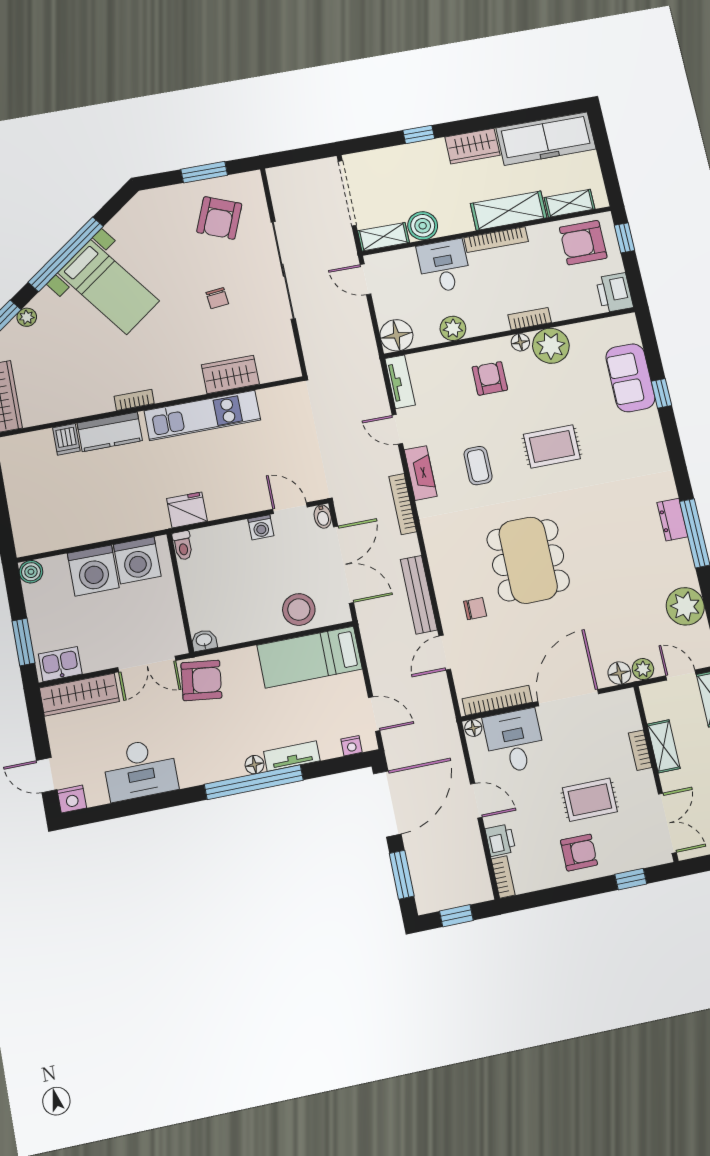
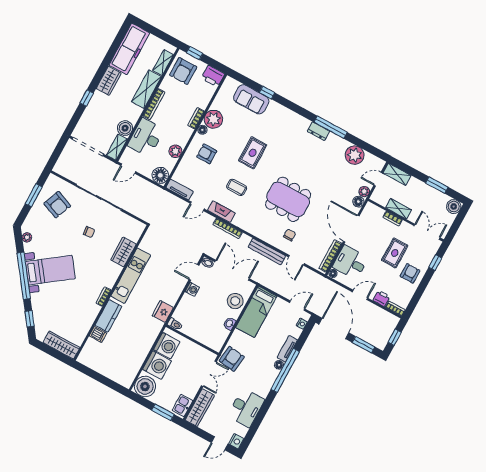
desk: (444, 266) -> (146, 137), width x1.37
plant: (27, 317) -> (27, 237), moved
boiler: (31, 572) -> (145, 386), width x1.86, depth x1.86
washbasin: (204, 640) -> (230, 324), moved

